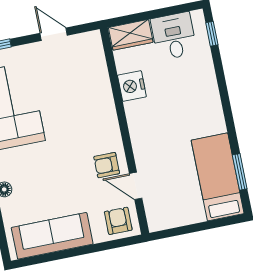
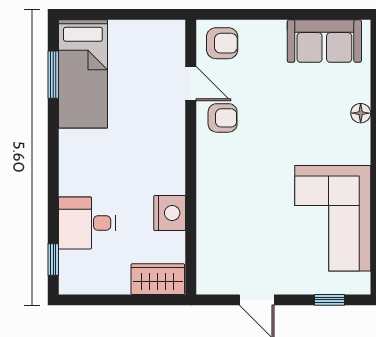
desk: (174, 36) -> (87, 223), moved, turned 90
armchair: (118, 221) -> (222, 43), turned -90
sofa: (52, 236) -> (324, 41), width x0.73

